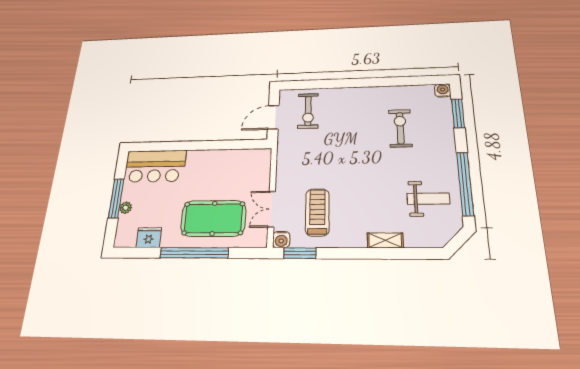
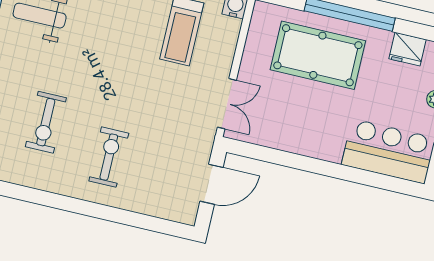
exercise bike: (308, 111) -> (109, 157), moved
double door: (272, 209) -> (227, 104), moved

